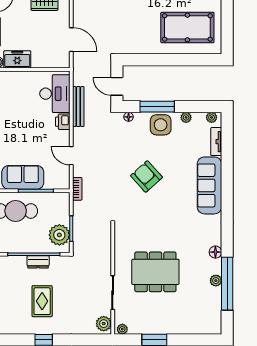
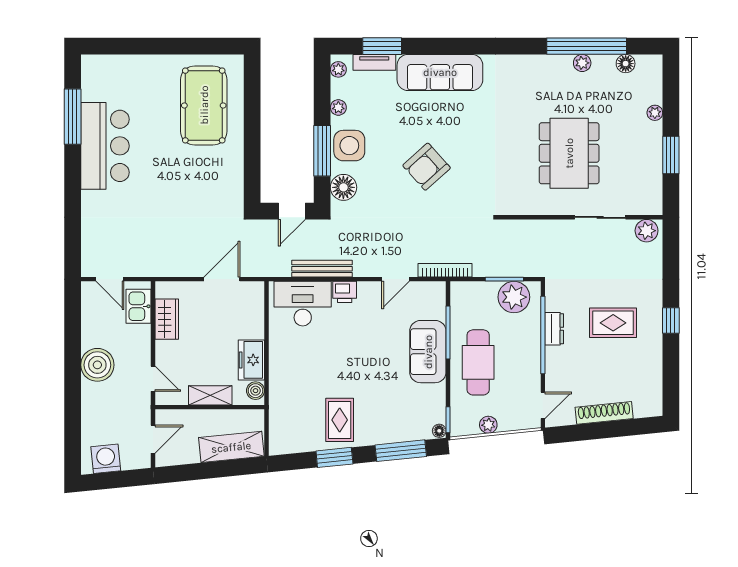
floor lamp: (129, 117) -> (343, 187), width x1.89, depth x1.89
window: (227, 147) -> (382, 46), added
bookcase: (77, 189) -> (445, 270), width x1.56
floor lamp: (215, 252) -> (626, 64), moved
plant: (122, 329) -> (655, 113), moved

